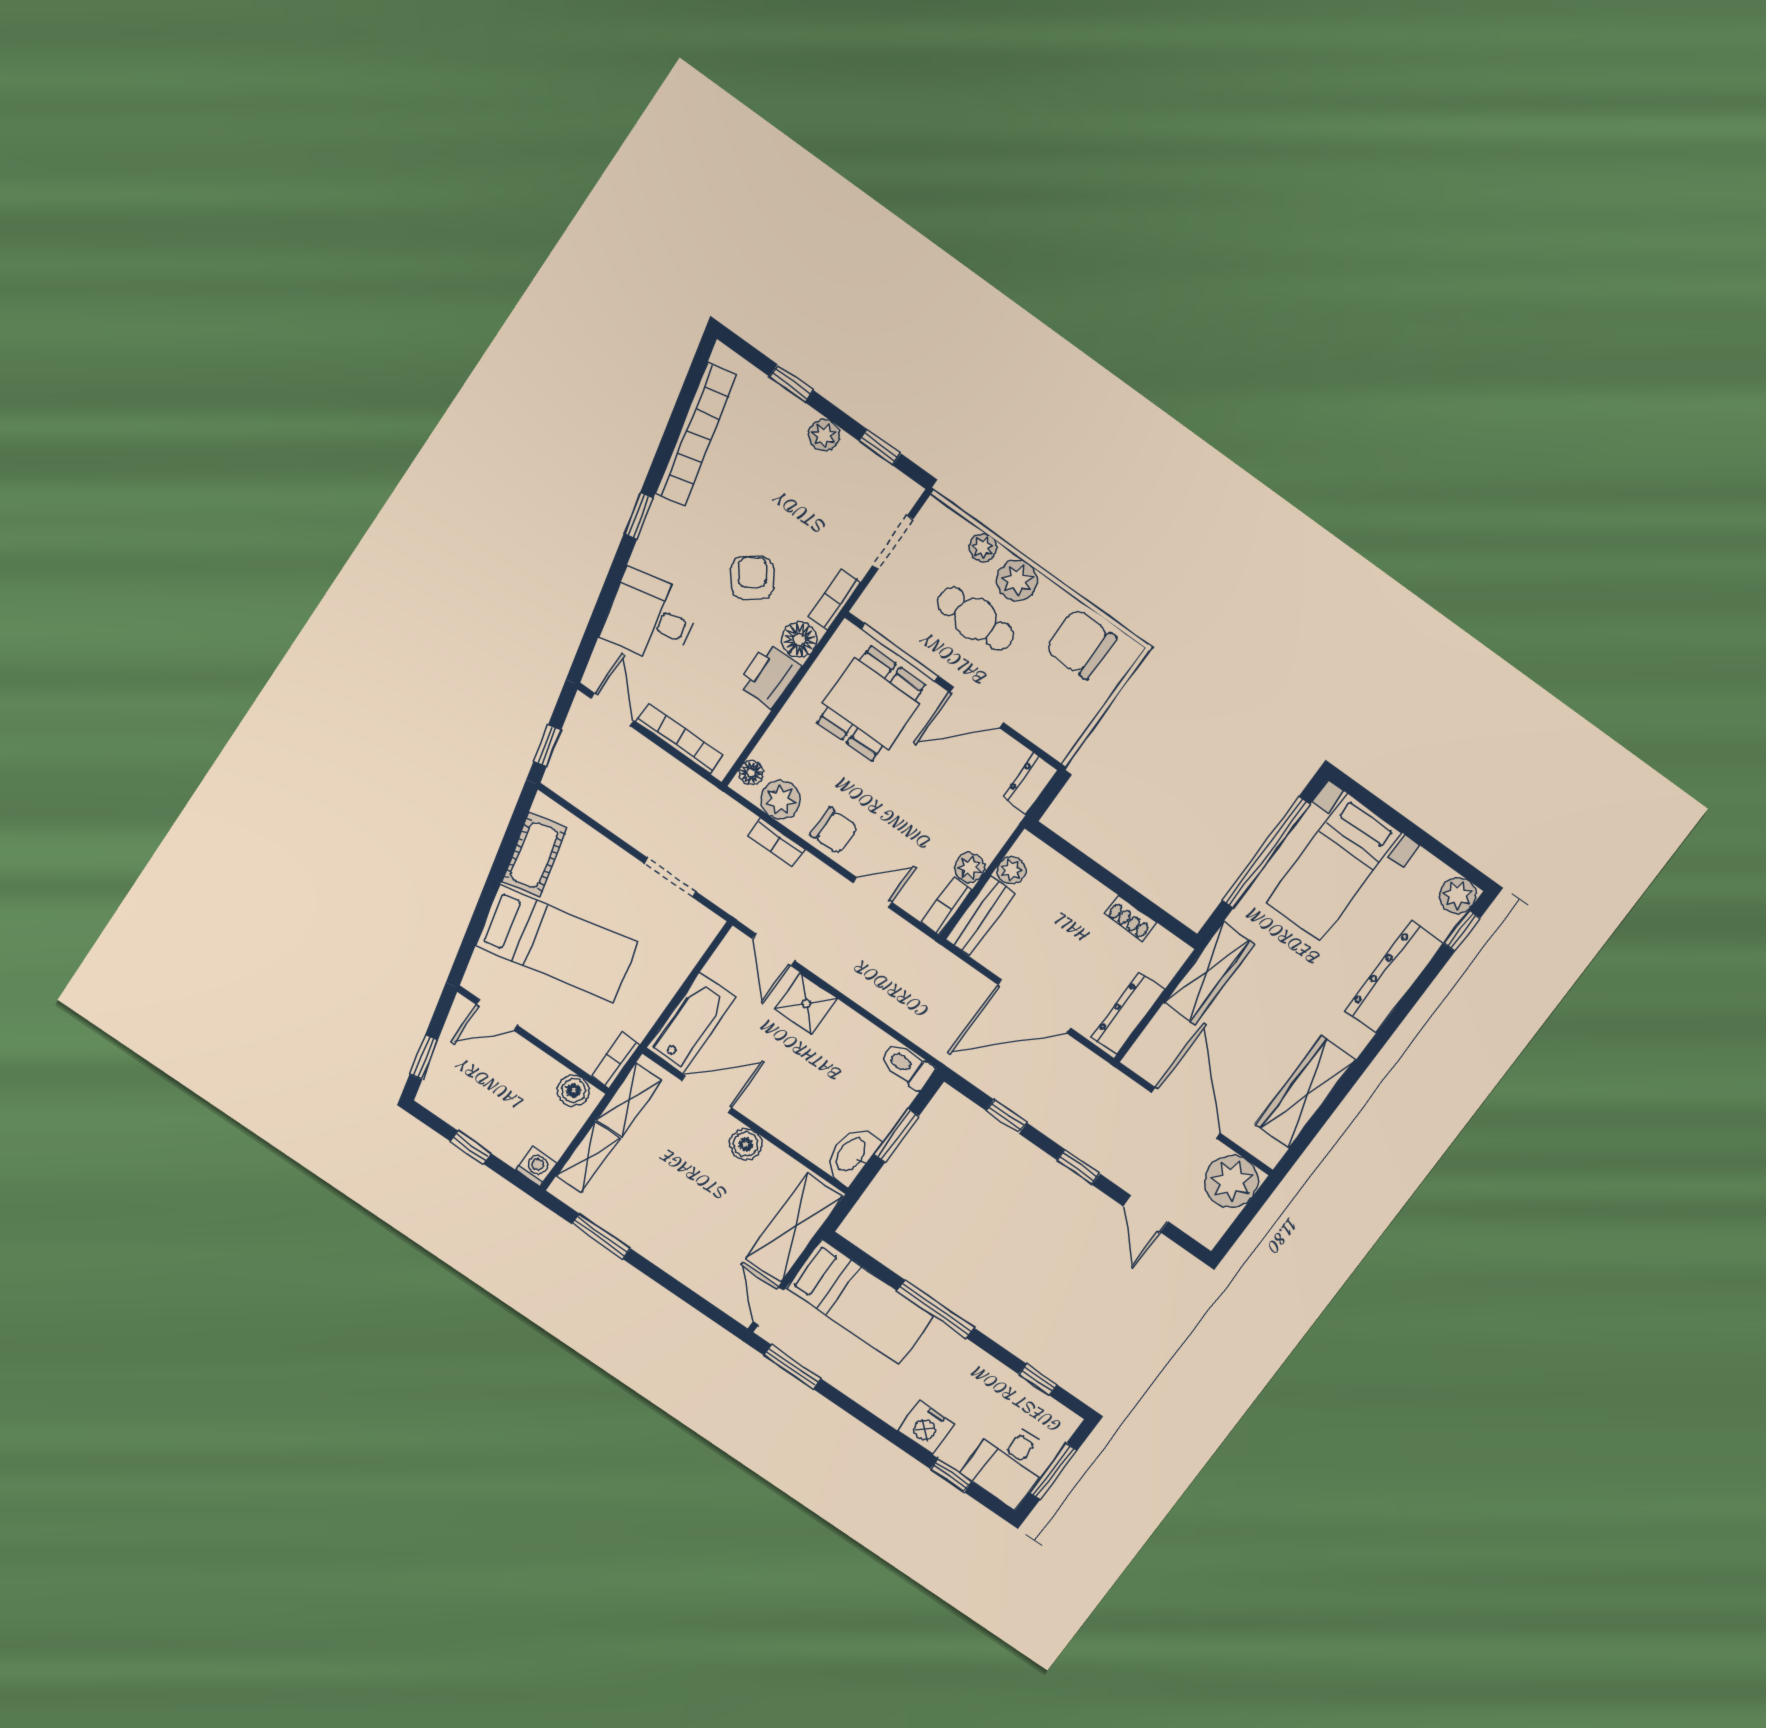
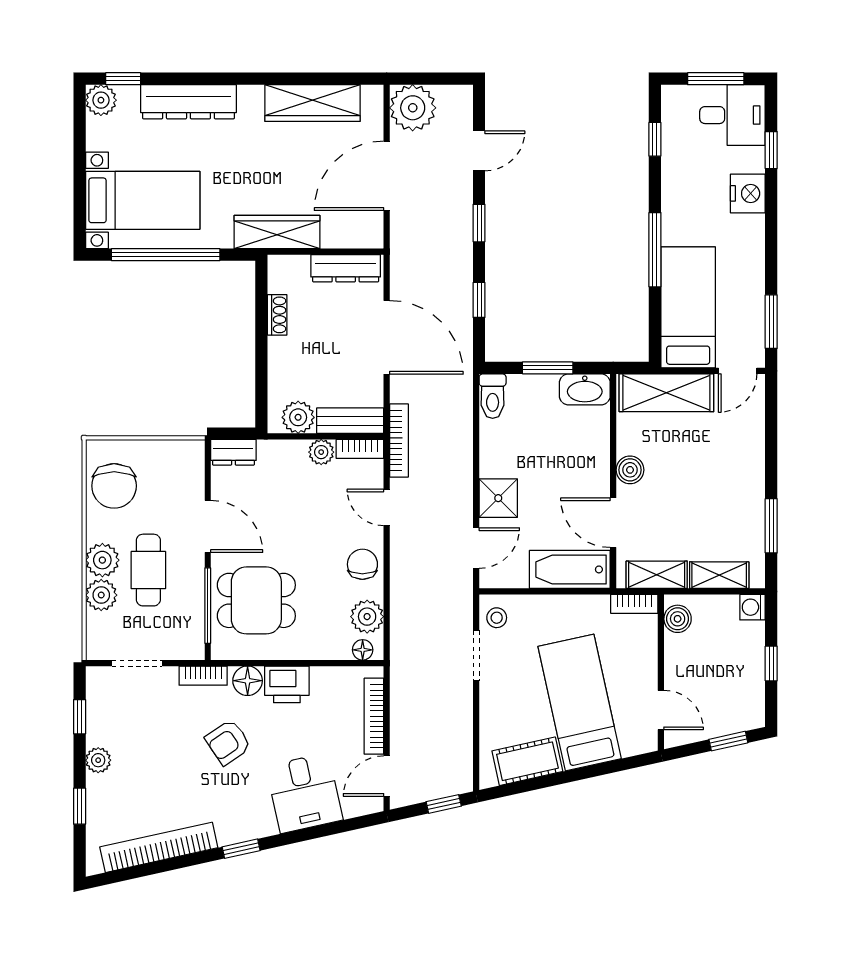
plant: (983, 548) -> (101, 595), width x1.38, depth x1.38
bookcase: (776, 842) -> (399, 441), moved, width x1.56
plant: (1012, 870) -> (298, 417), width x1.38, depth x1.38
stool: (693, 922) -> (497, 618), added

